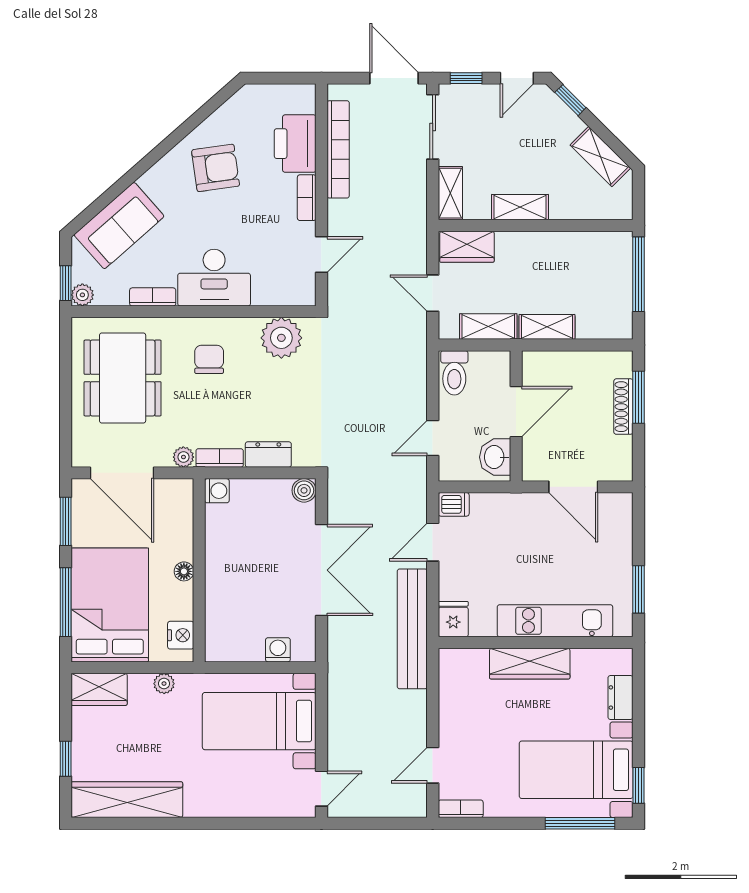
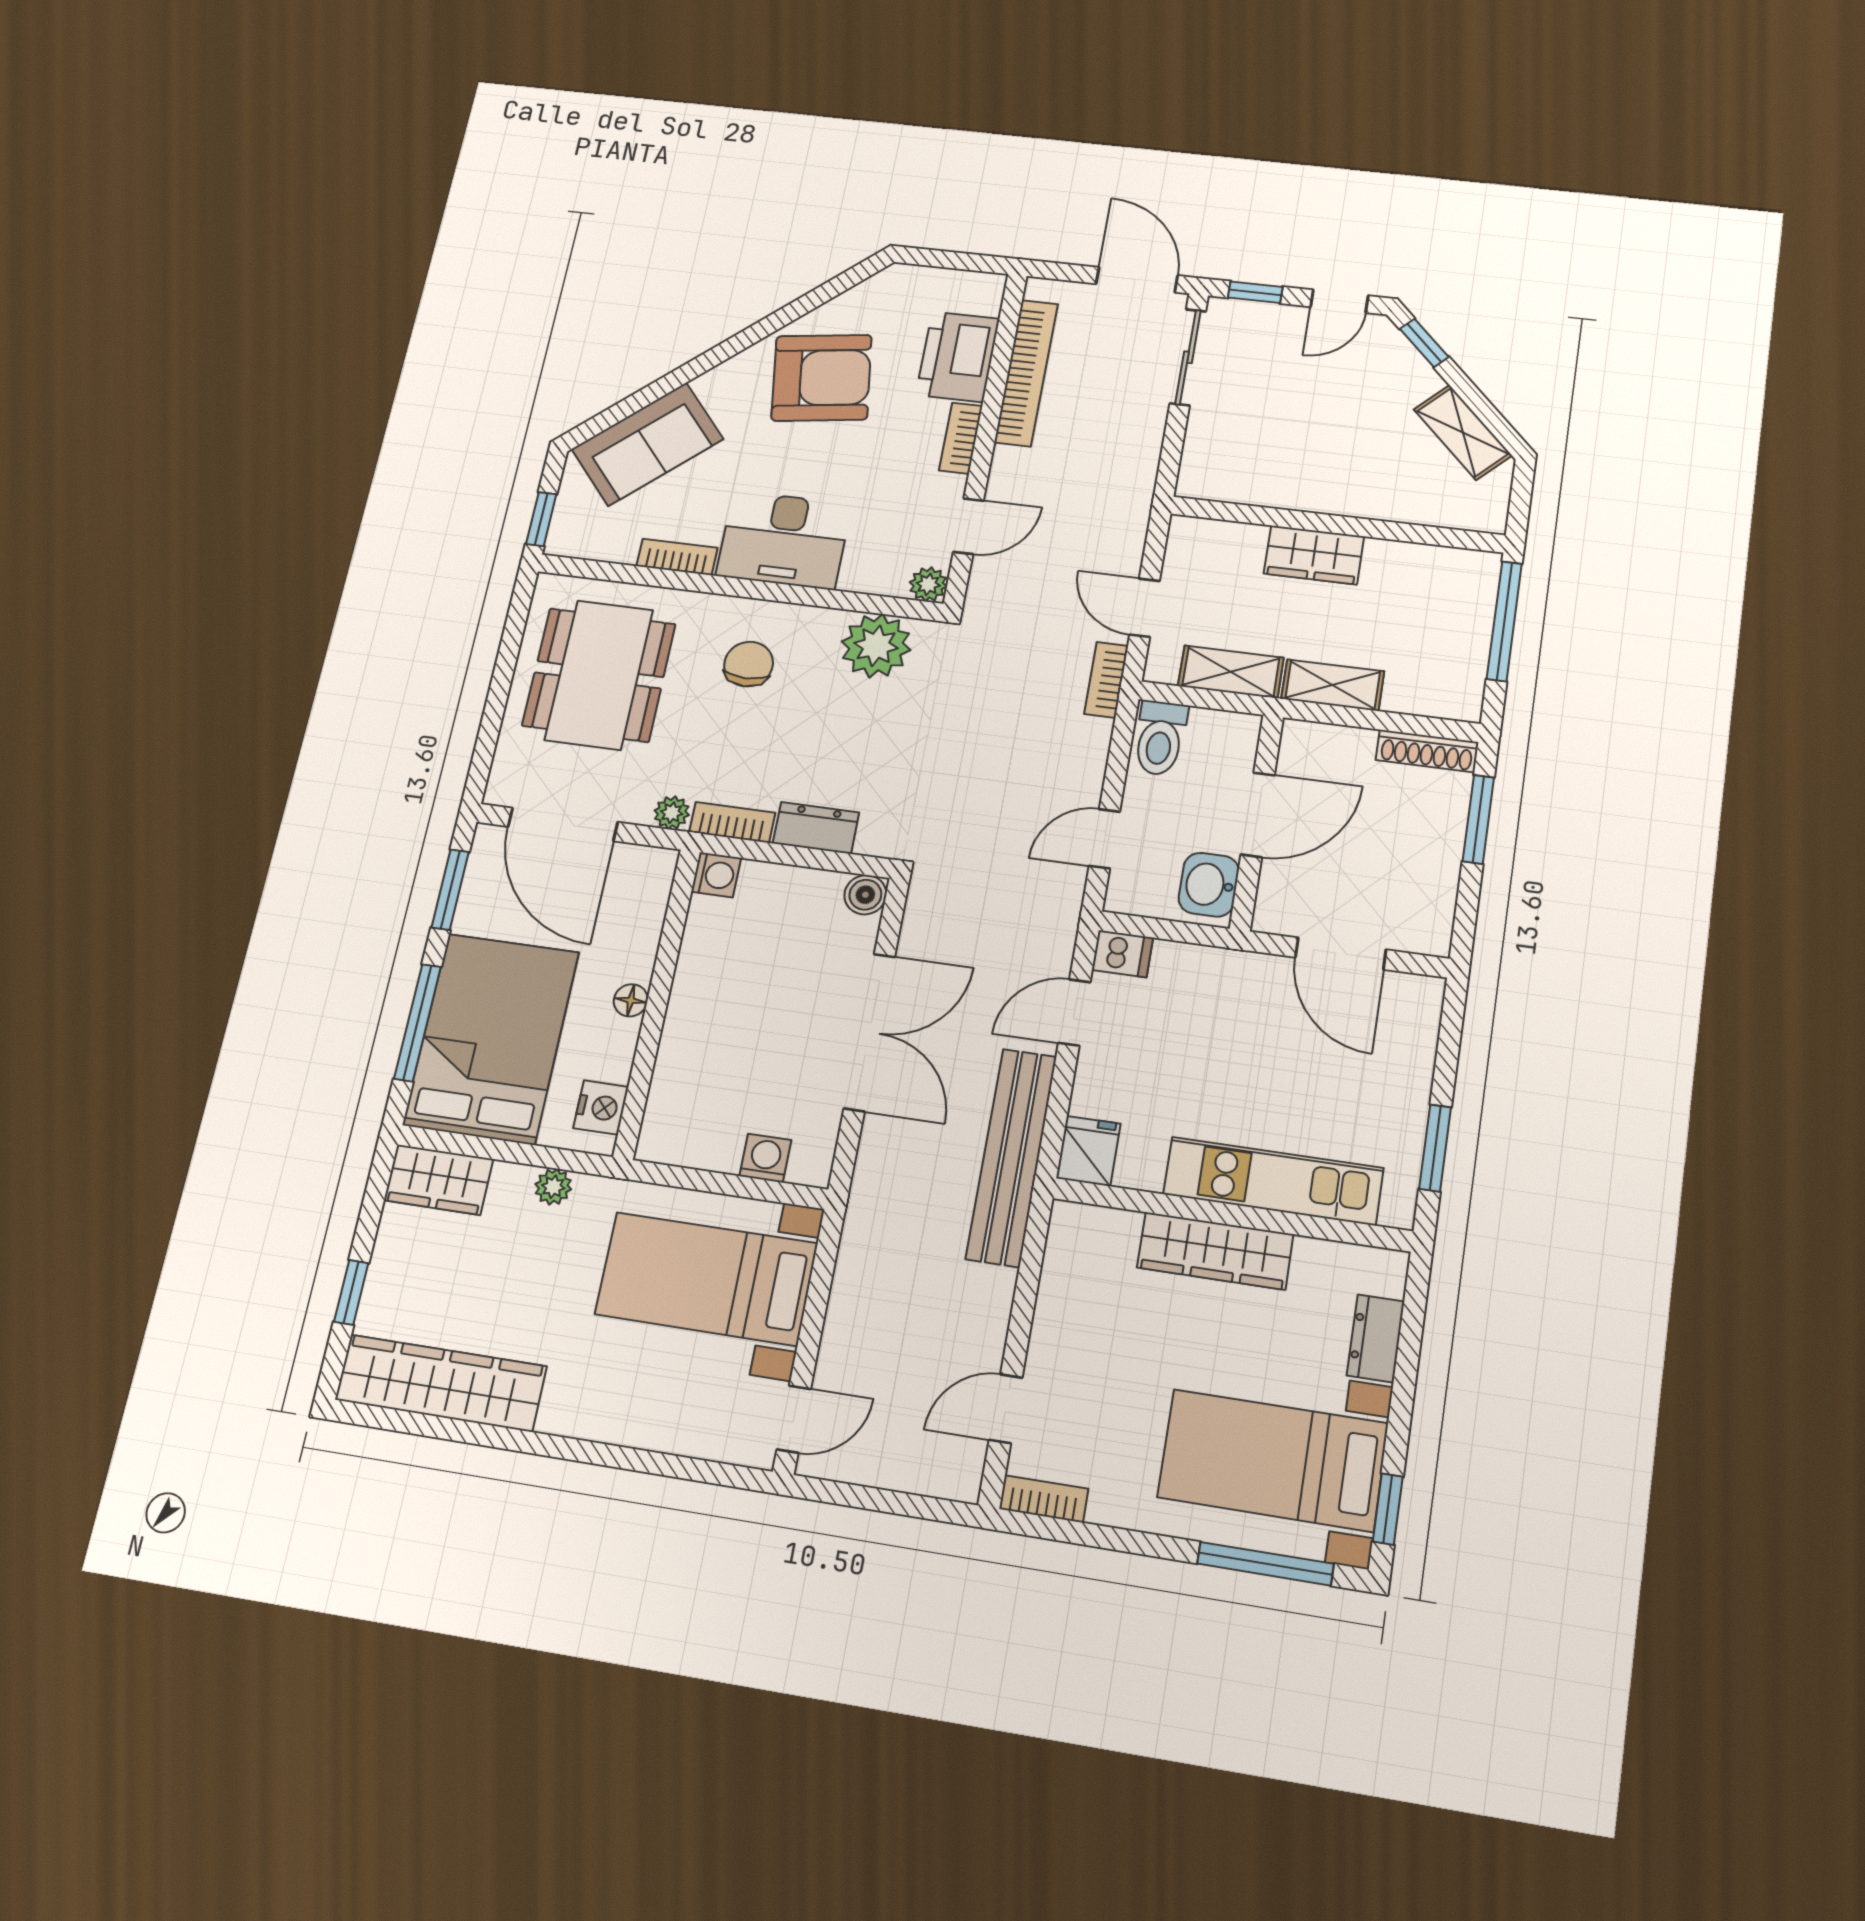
armchair: (216, 168) -> (822, 378), width x1.36, depth x1.36
shelving: (450, 193) -> (1200, 459), removed
shelving: (520, 207) -> (1315, 493), removed
wardrobe: (467, 247) -> (1314, 555), moved
plant: (82, 295) -> (928, 584), moved
bookcase: (418, 341) -> (1106, 680), added
shoe rack: (623, 407) -> (1427, 751), moved, turned -90

